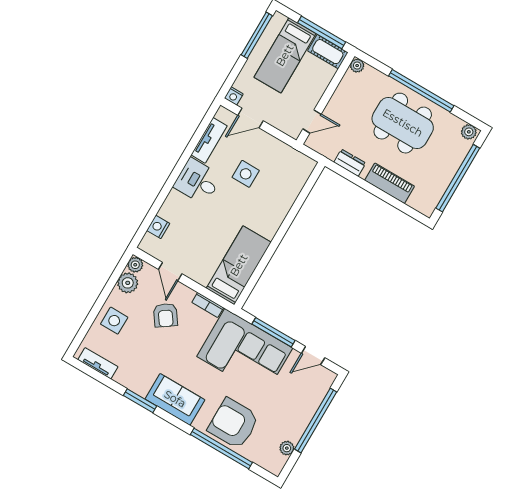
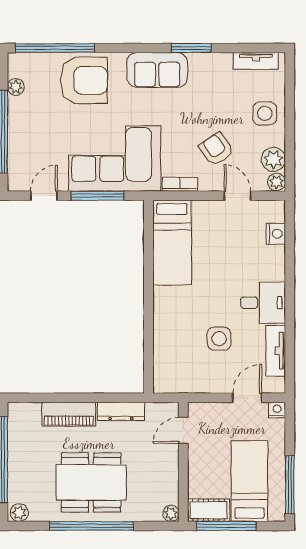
dresser: (350, 163) -> (121, 411), width x1.44
window: (221, 448) -> (55, 48), moved

